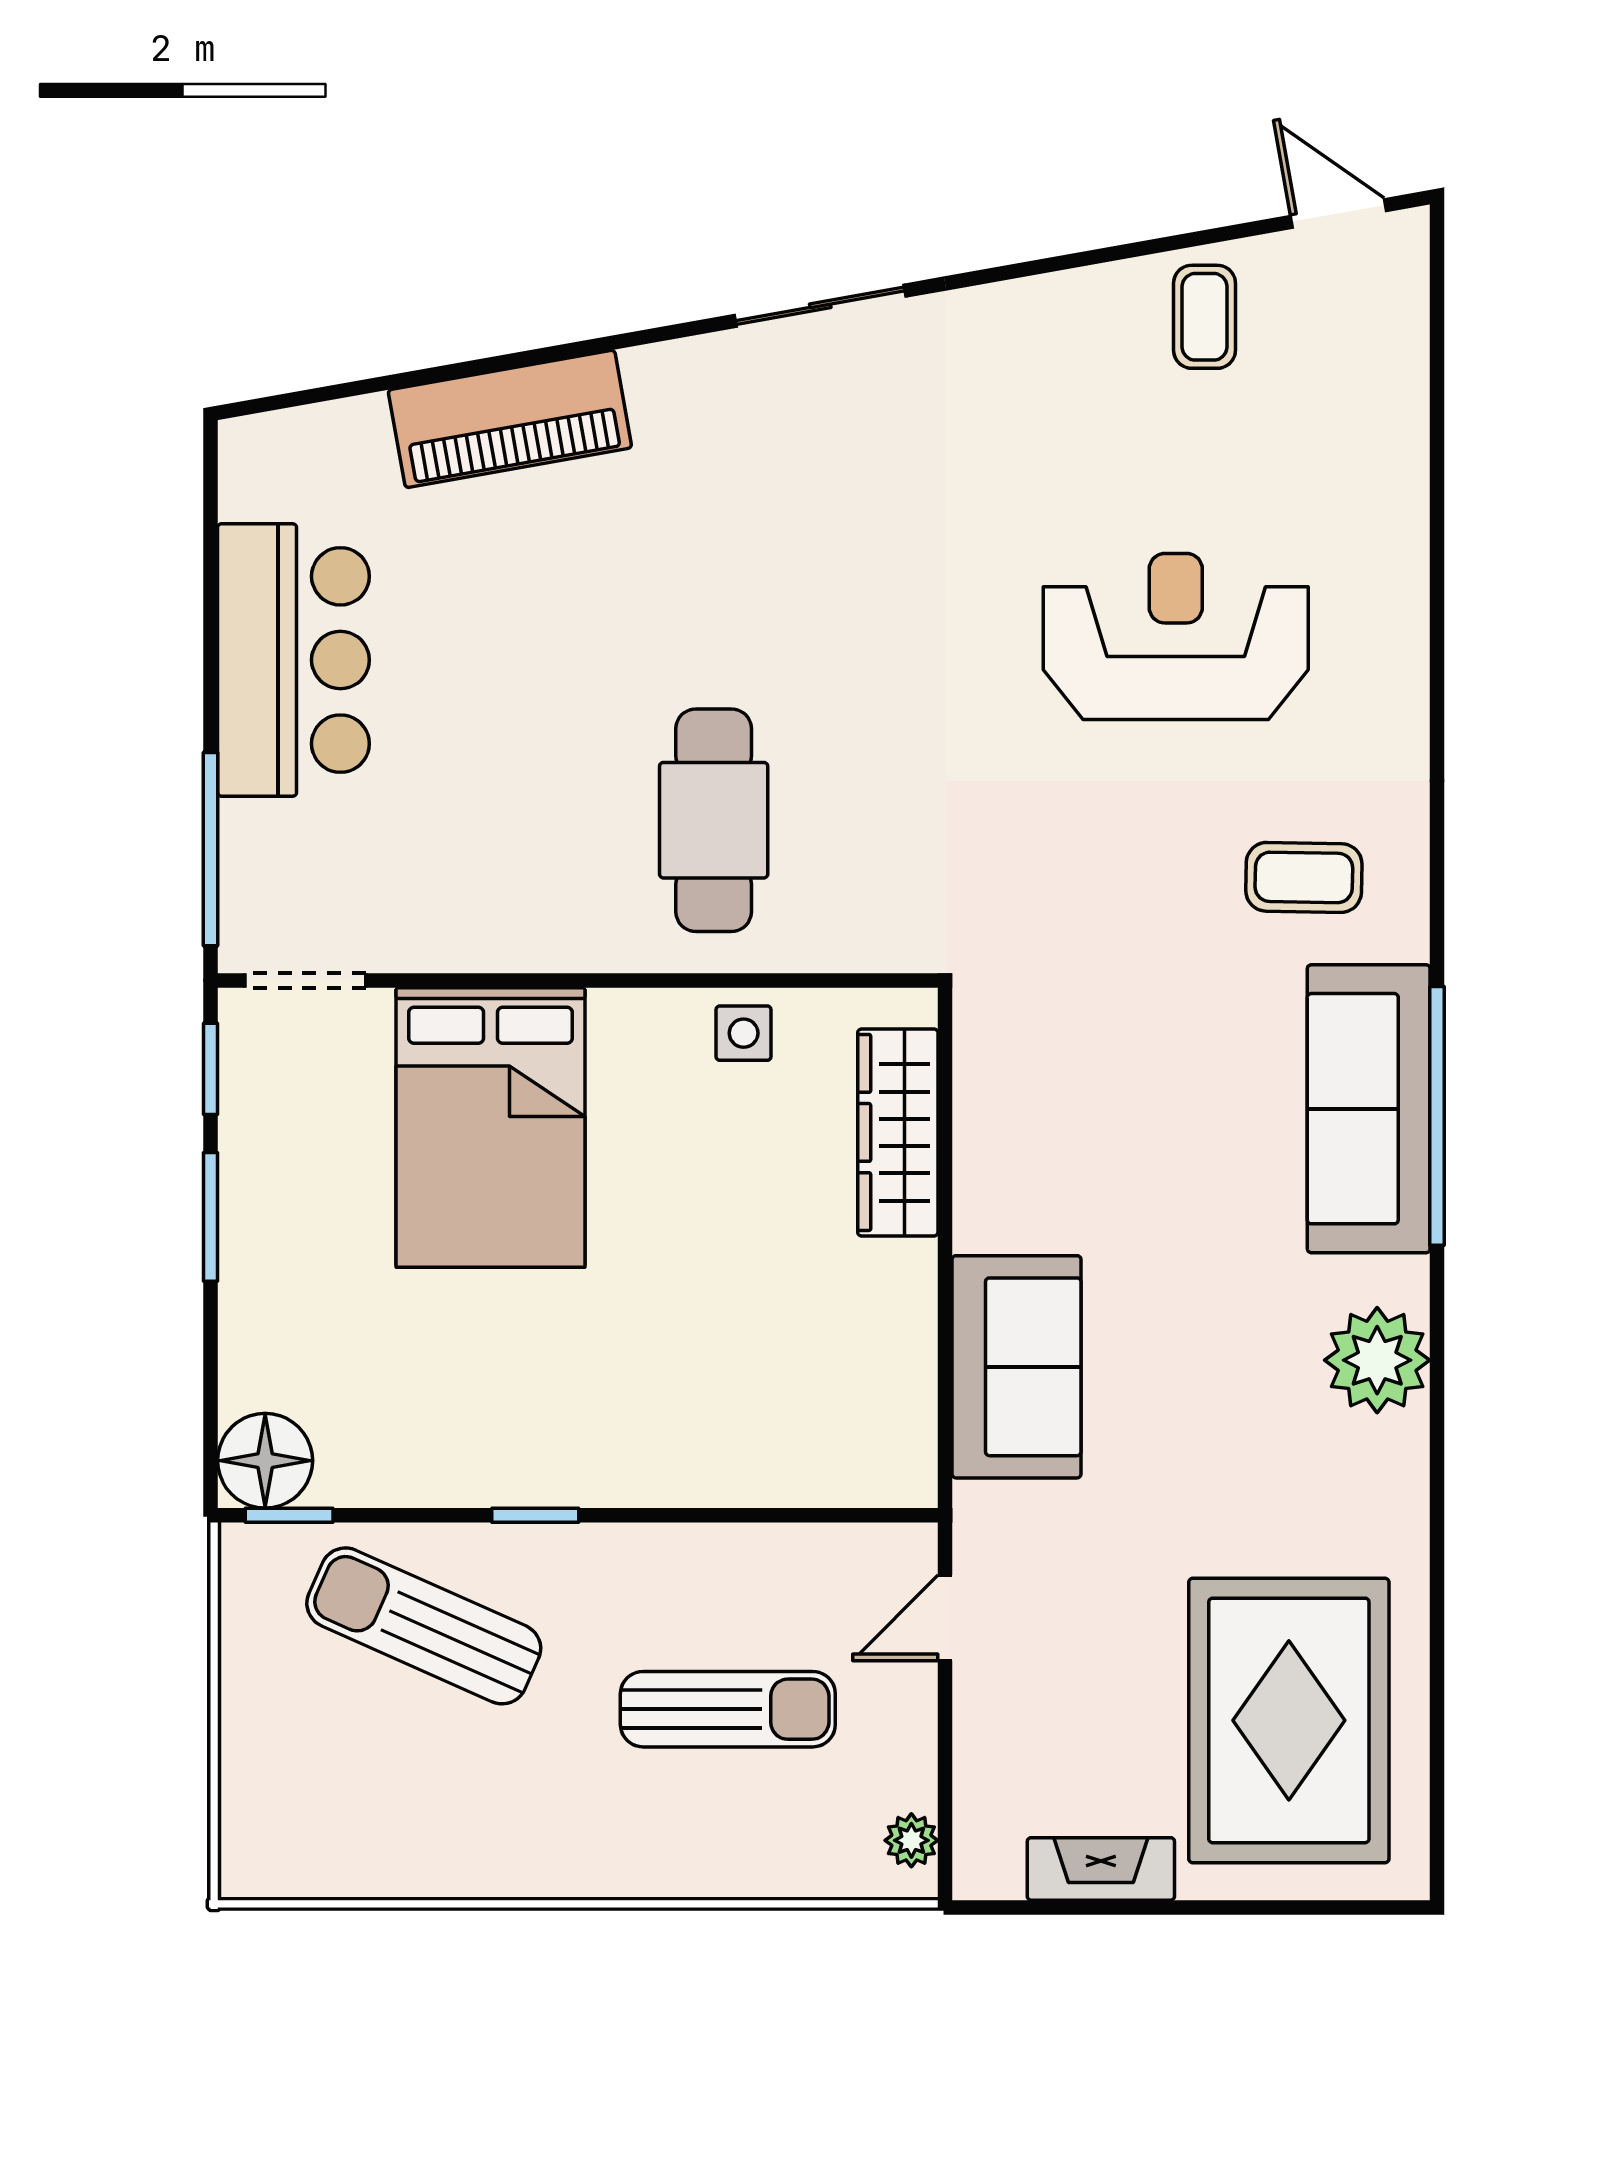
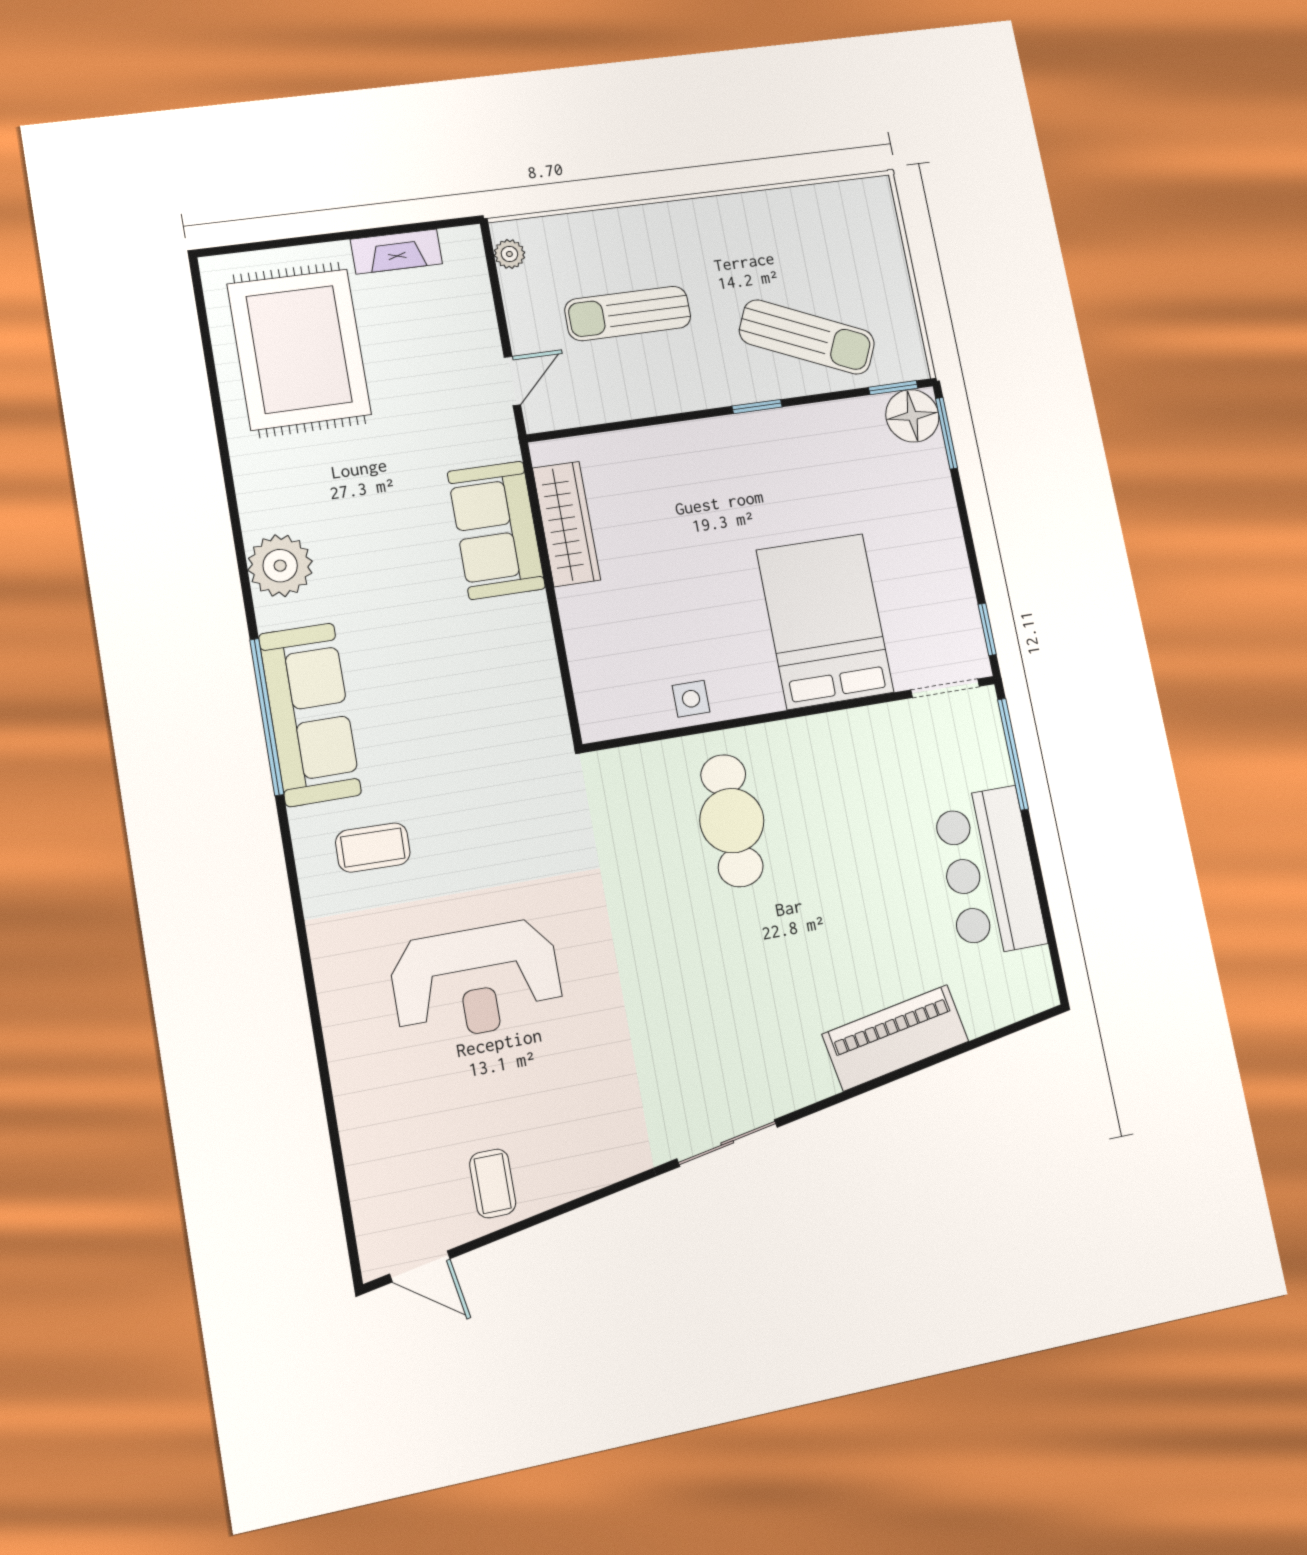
wardrobe: (898, 1132) -> (567, 524), moved
window: (211, 1217) -> (947, 433), moved

